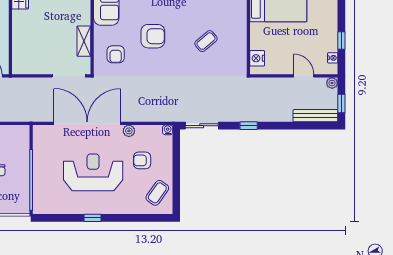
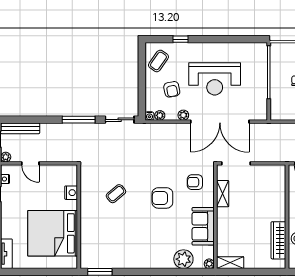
armchair: (116, 54) -> (195, 182), turned -90
nightstand: (257, 58) -> (71, 193), moved
window: (249, 126) -> (79, 120), width x2.17
plant: (156, 131) -> (160, 115), added
armchair: (142, 160) -> (172, 89), turned 79
window: (92, 218) -> (181, 39), moved

